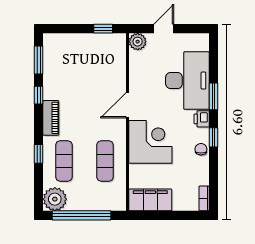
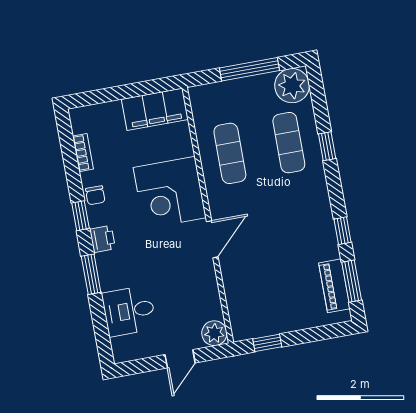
desk: (187, 81) -> (129, 311), width x0.53, depth x0.77
piano: (51, 118) -> (334, 286), moved
bookcase: (204, 198) -> (83, 153), moved
window: (81, 215) -> (250, 69), width x0.68

